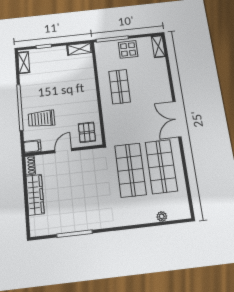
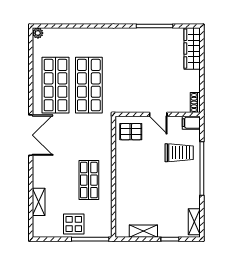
shelving: (158, 46) -> (39, 202), moved
shelving: (79, 49) -> (143, 231), moved
pallet: (87, 132) -> (131, 132), turned 90
door: (63, 151) -> (158, 114), hinge flipped
wardrobe: (35, 195) -> (192, 49), moved
plant: (162, 216) -> (38, 33), moved

